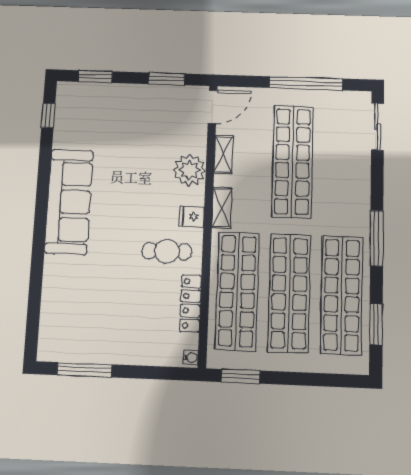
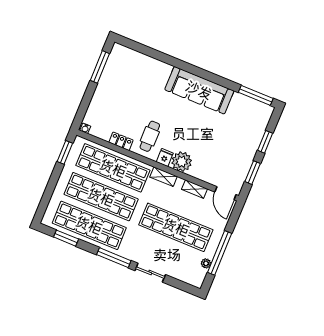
window: (95, 77) -> (265, 142), moved
plant: (330, 97) -> (206, 263), added
window: (48, 116) -> (256, 95), width x2.17
sliding door: (377, 127) -> (150, 273), moved
plant: (189, 170) -> (182, 162), moved
locker: (190, 303) -> (121, 141), width x0.66

